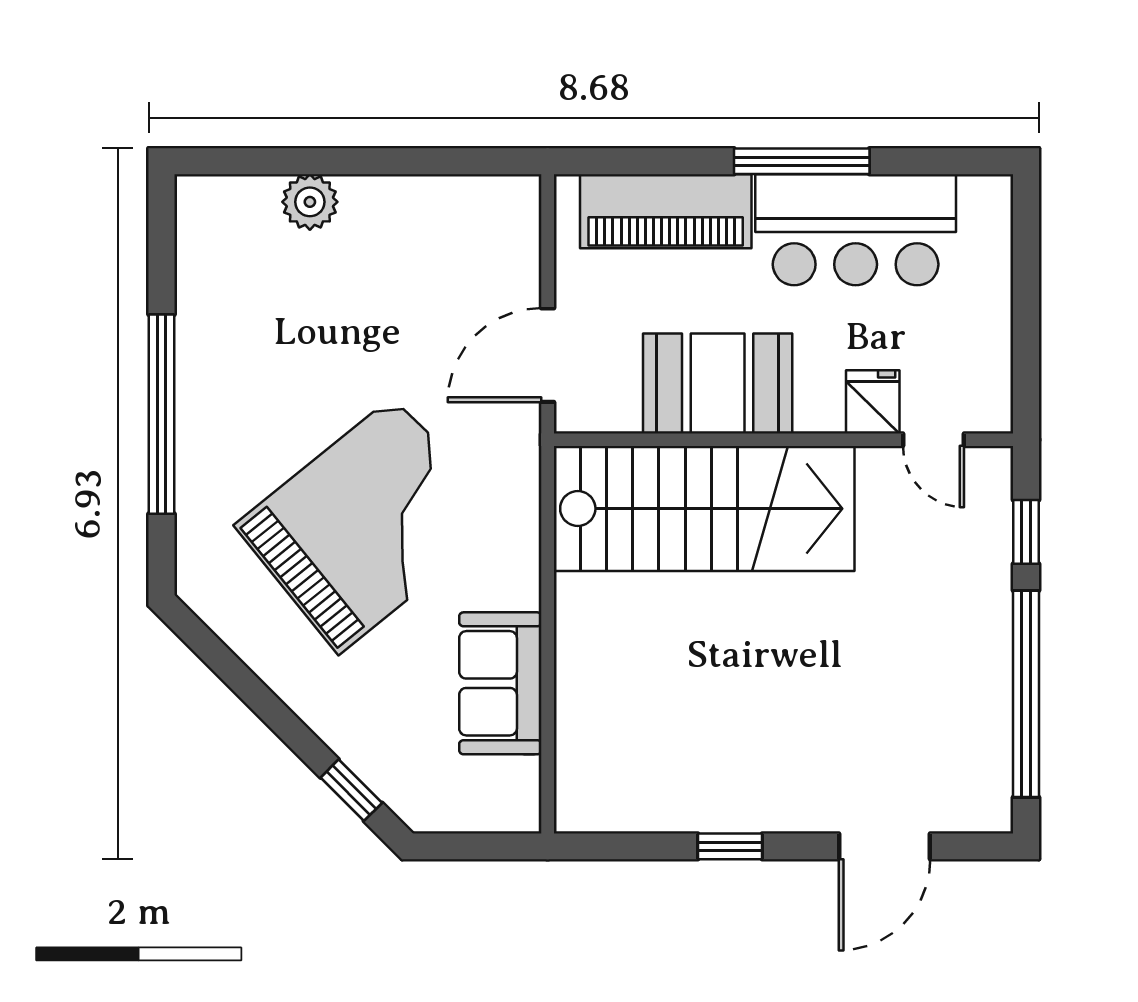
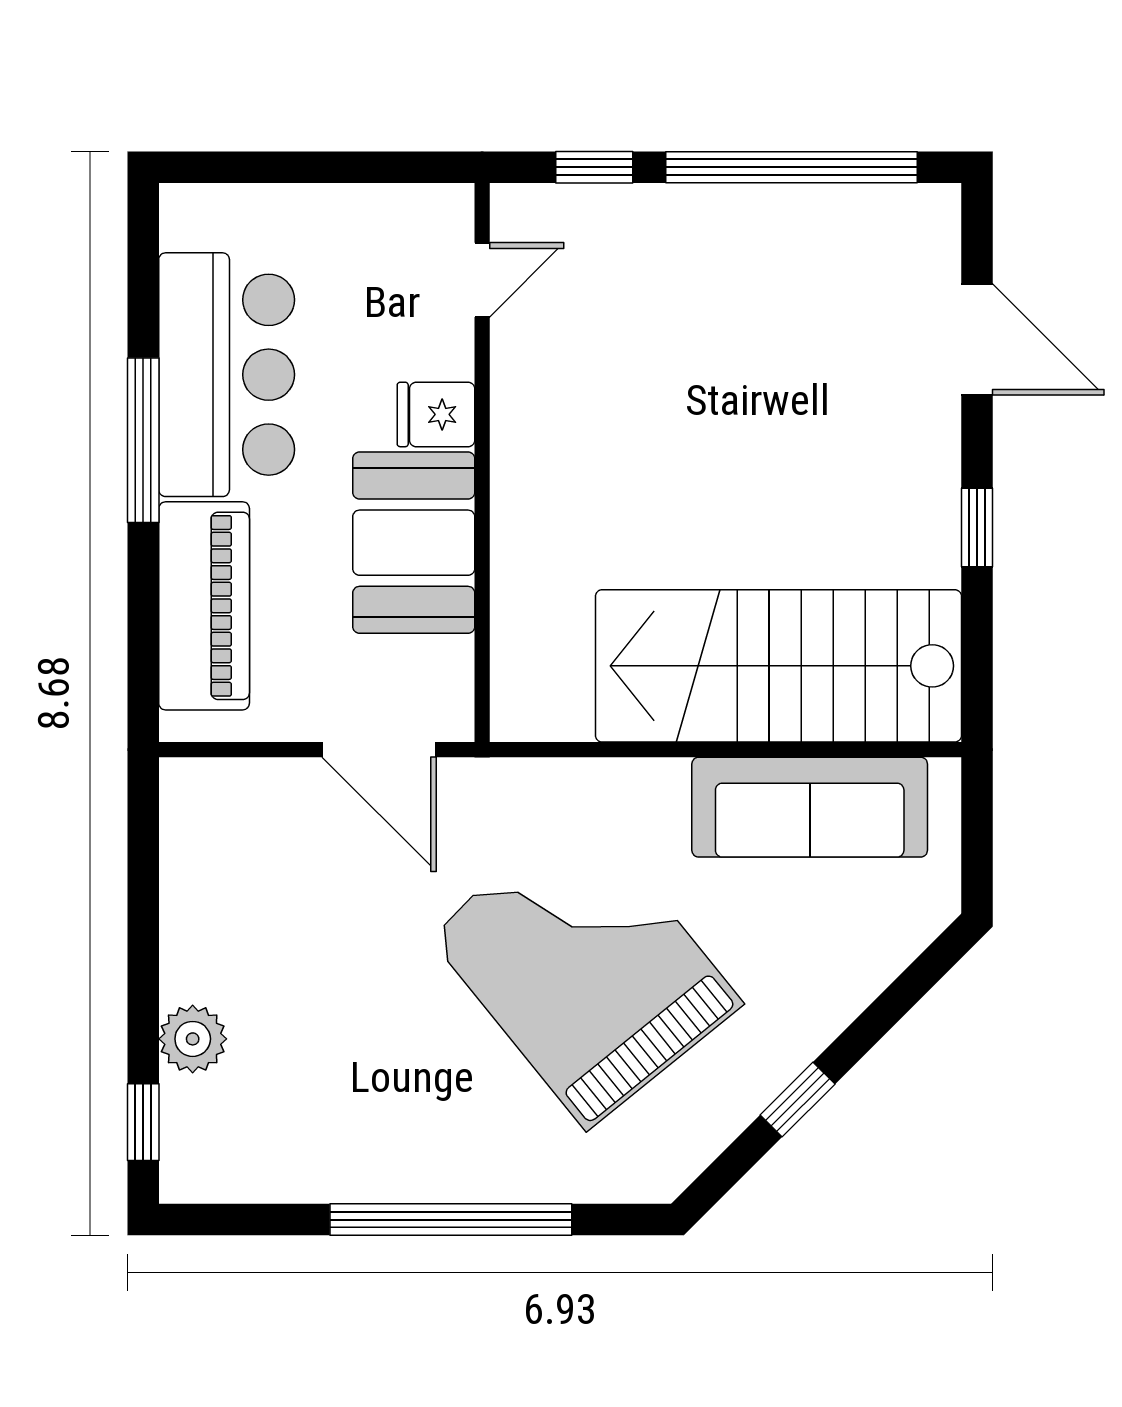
window: (242, 161) -> (143, 1122), added
fridge: (873, 402) -> (436, 414), moved
stairs: (704, 509) -> (778, 666), moved, turned -90
sofa: (500, 683) -> (810, 807), width x1.36
window: (351, 790) -> (798, 1100), moved

